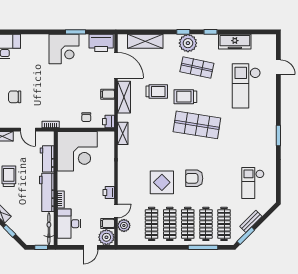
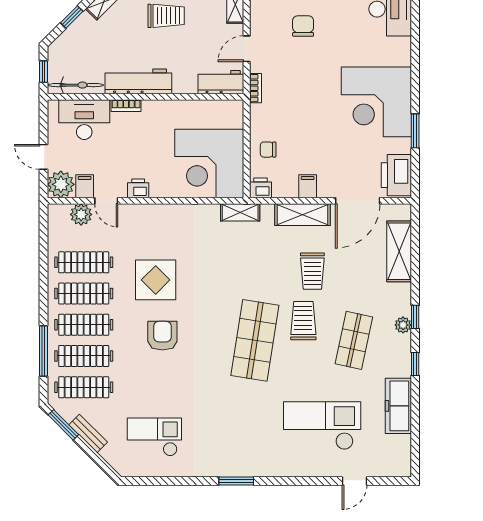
plant: (188, 43) -> (403, 325), width x0.53, depth x0.53
corner desk: (64, 49) -> (376, 102), width x1.36, depth x1.36
corner desk: (77, 151) -> (209, 163), moved
workbench: (47, 159) -> (221, 82), moved

